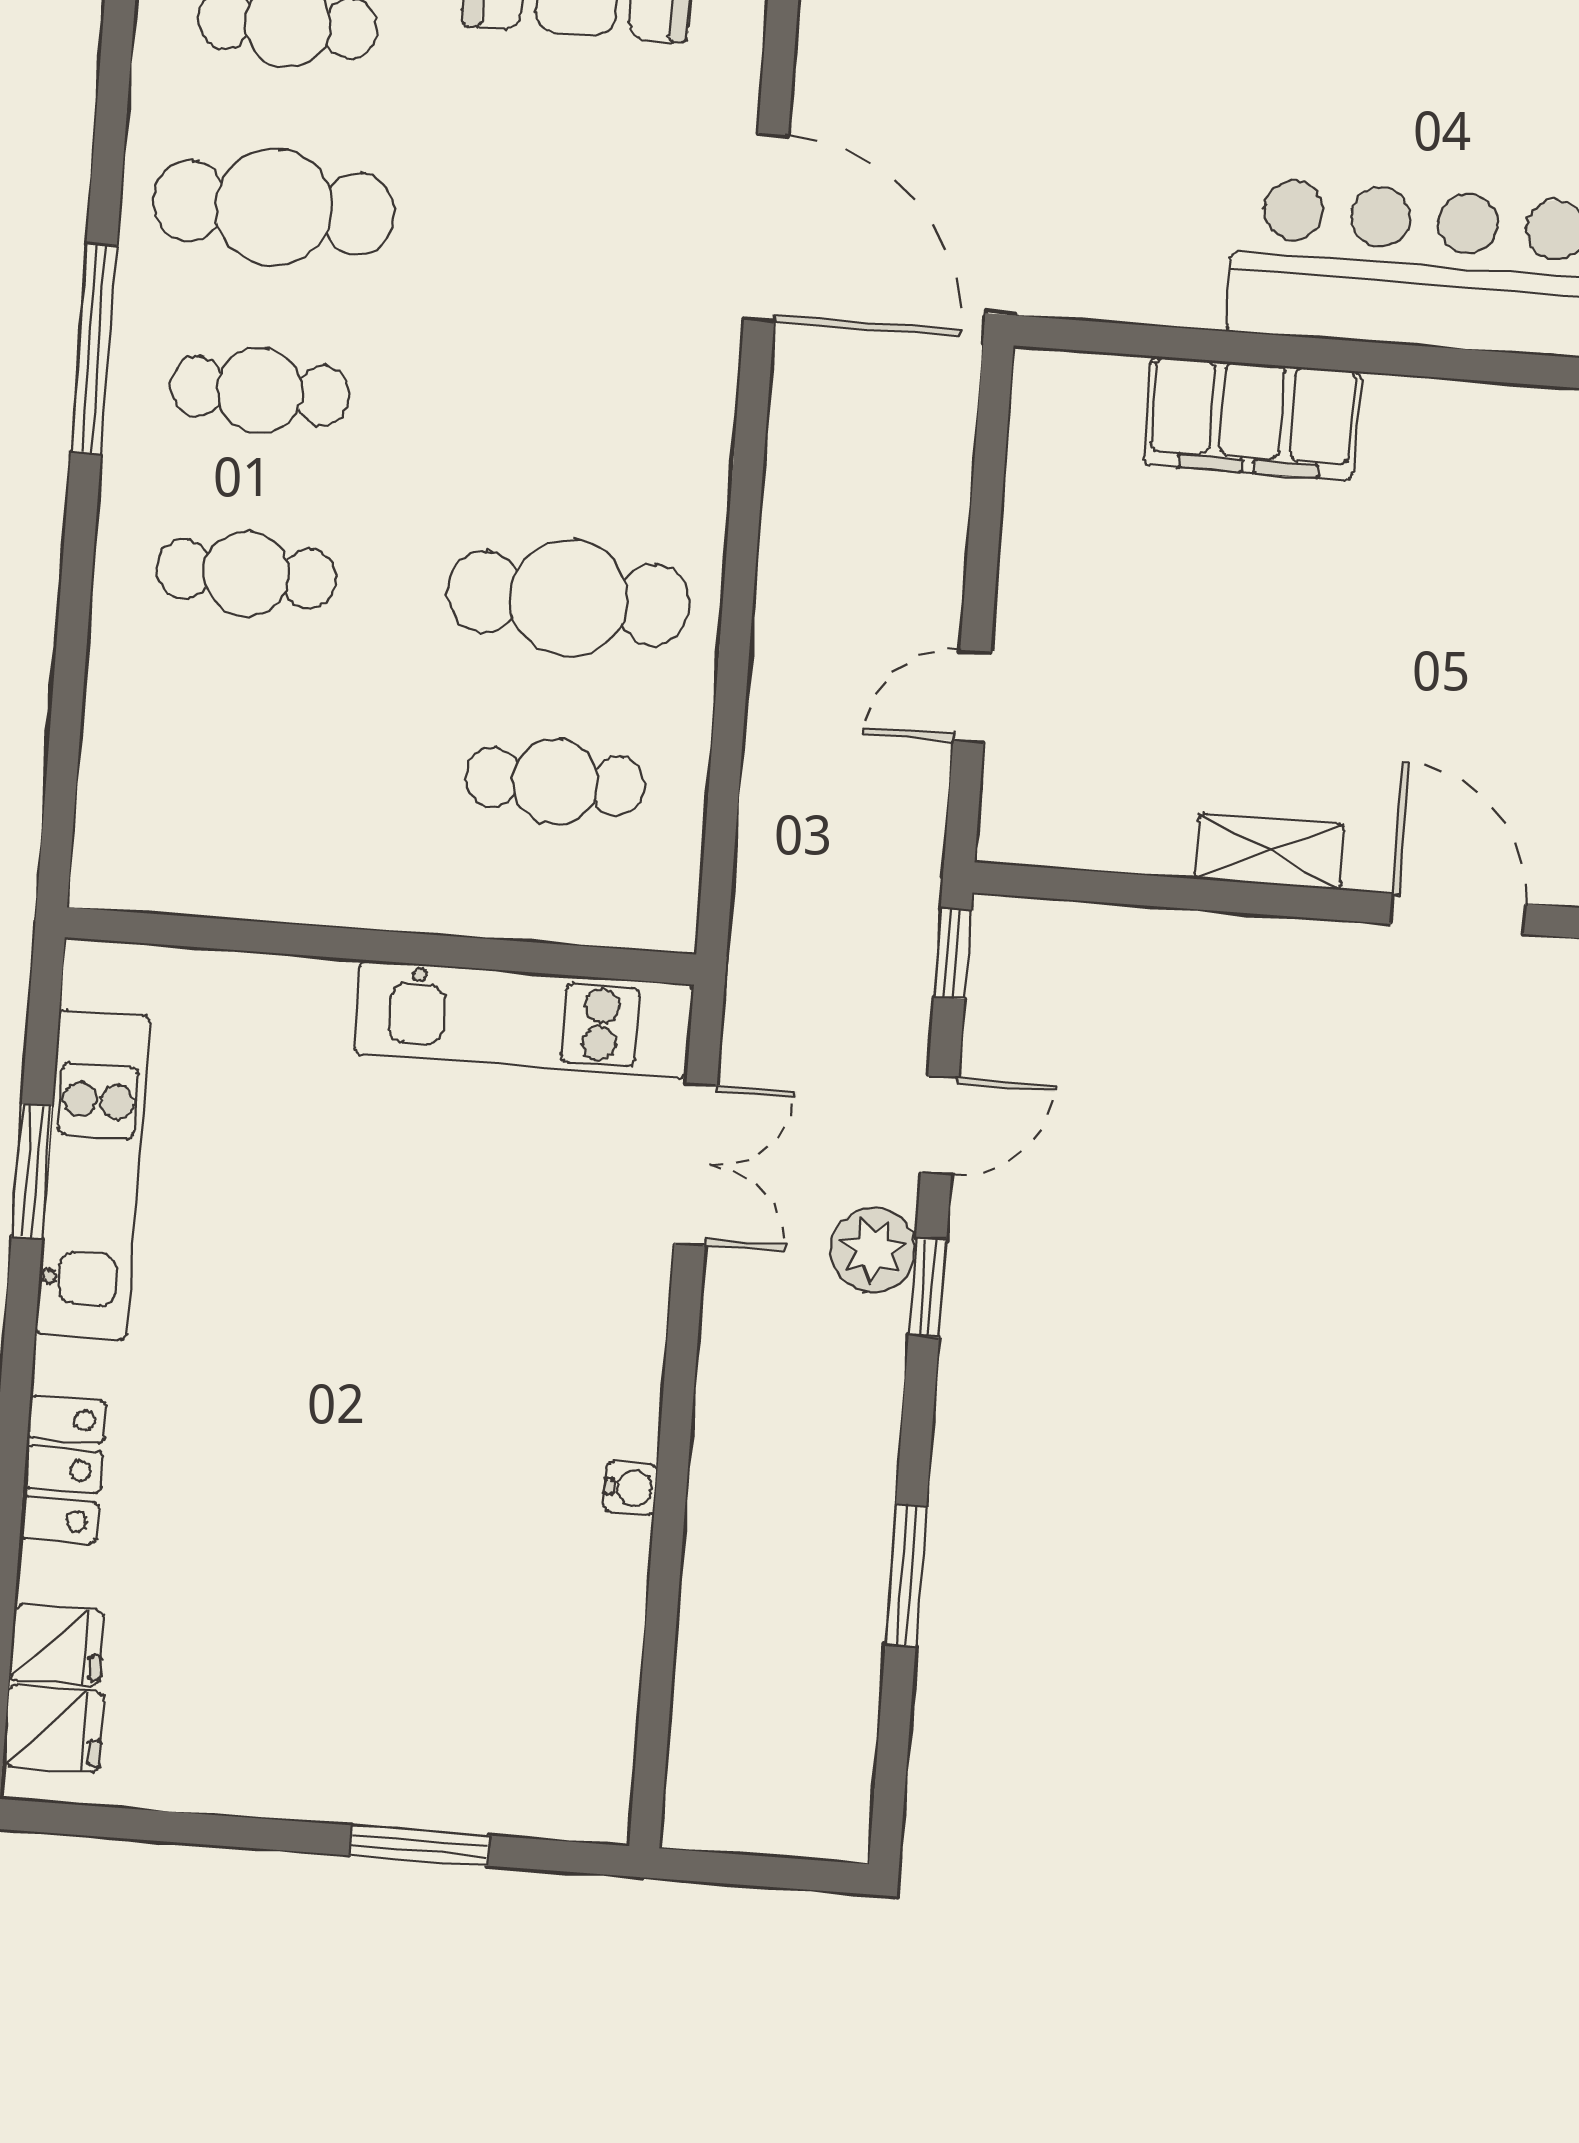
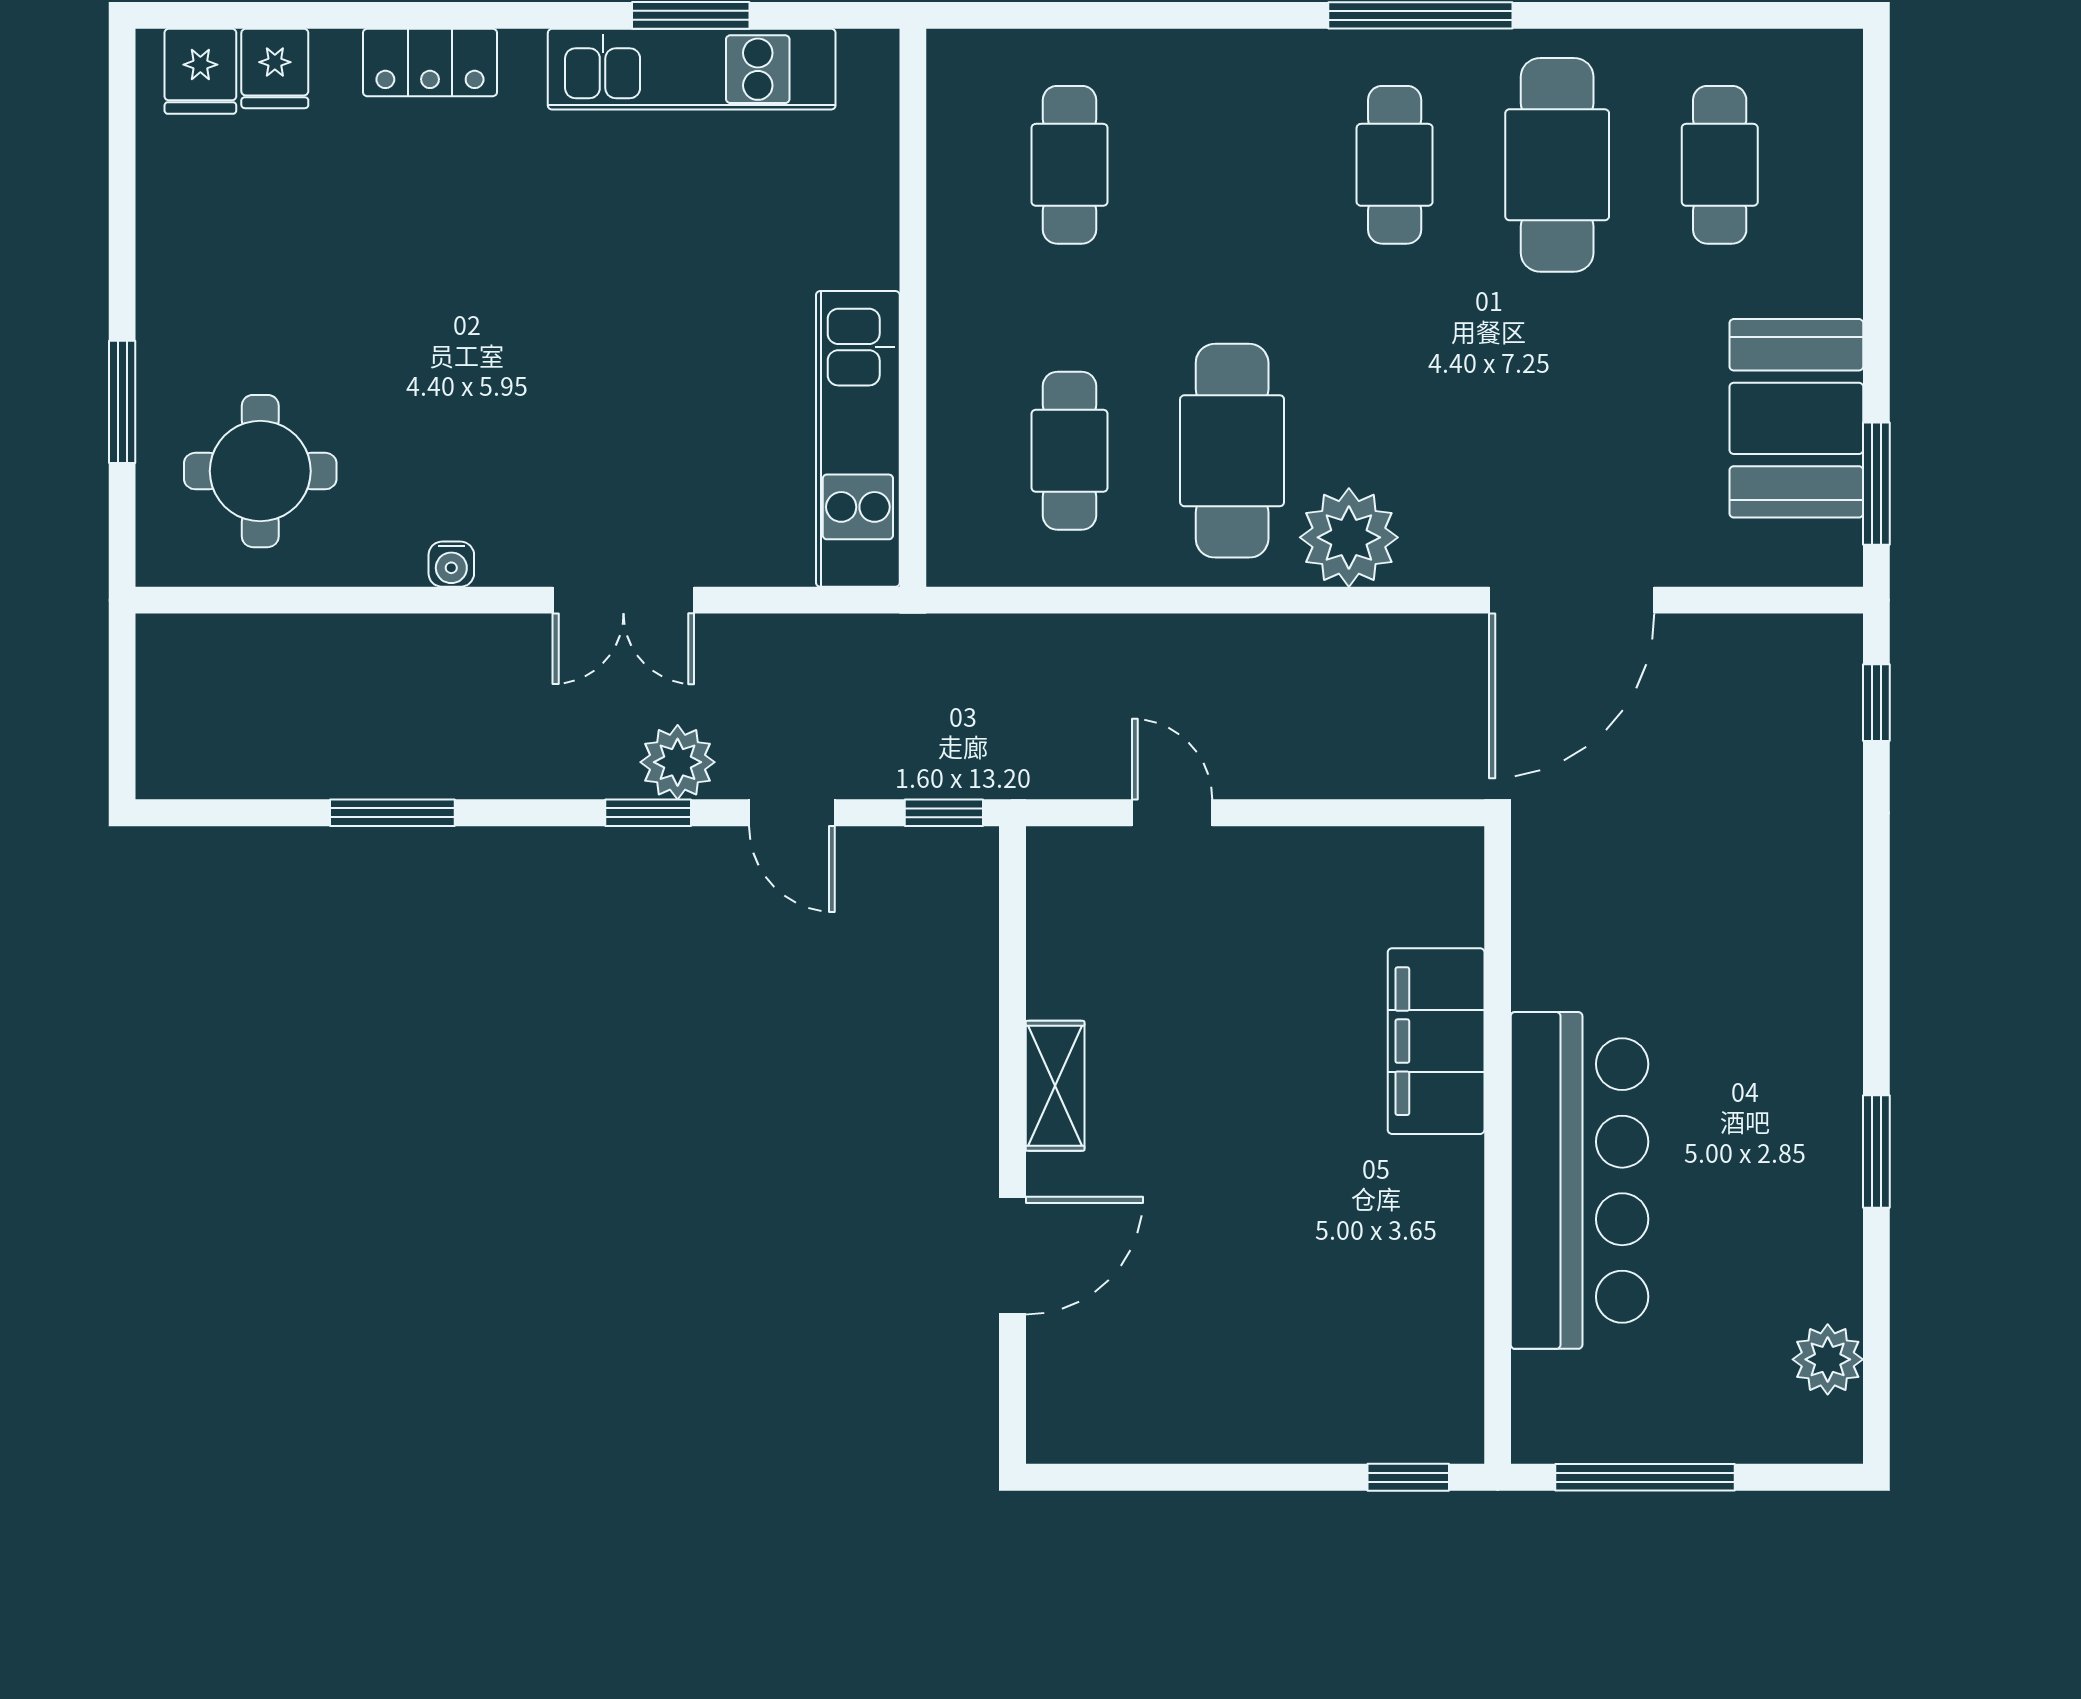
plant: (676, 474) -> (1349, 537), added
cafe table: (246, 574) -> (1070, 165), moved
double door: (696, 1164) -> (623, 600), moved
round table: (509, 1696) -> (260, 471), added

